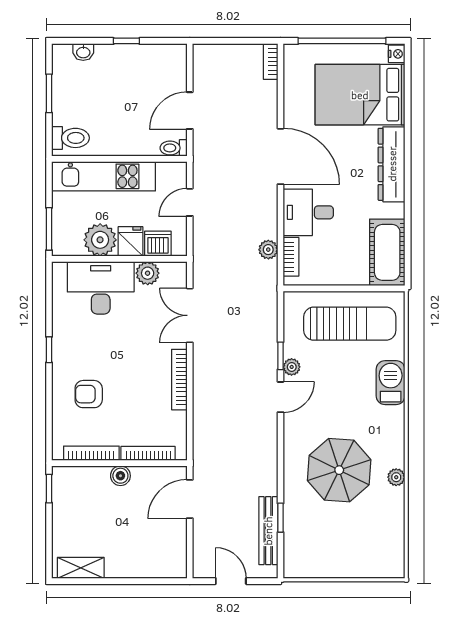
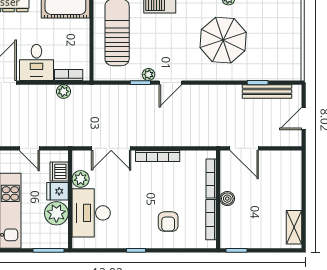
door: (281, 397) -> (170, 83), swing flipped

